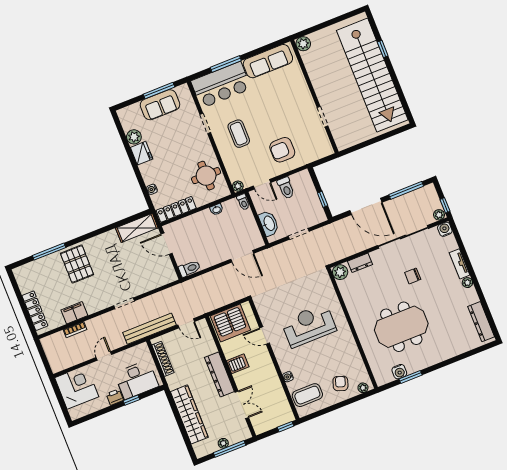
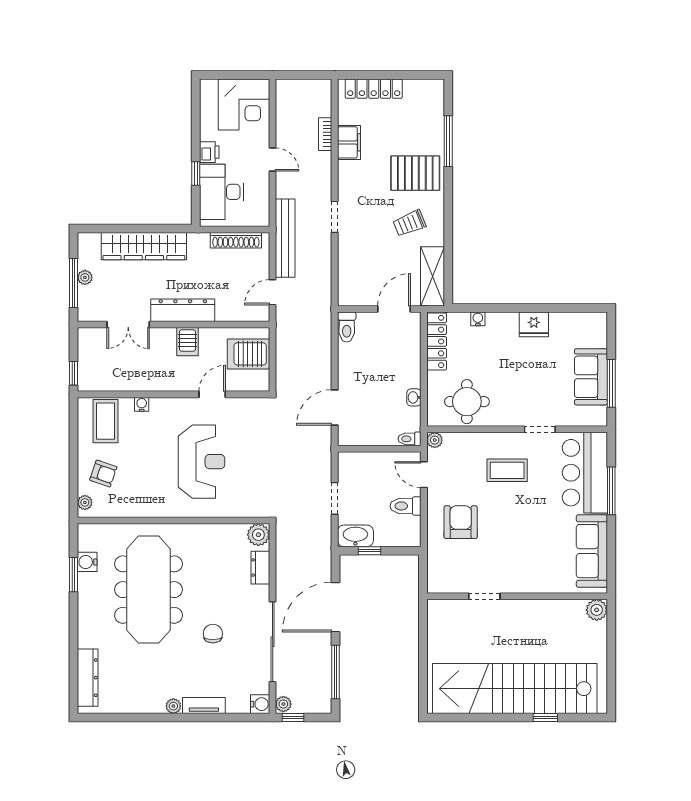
plant: (134, 137) -> (561, 323), removed
door: (262, 184) -> (424, 475), hinge flipped
washbasin: (269, 223) -> (355, 536), moved, turned 180
trolley: (109, 255) -> (409, 223), added
dresser: (481, 322) -> (88, 678), moved, turned 90
server rack: (230, 323) -> (248, 354), width x0.62
meeting table: (401, 327) -> (149, 590), width x1.36

